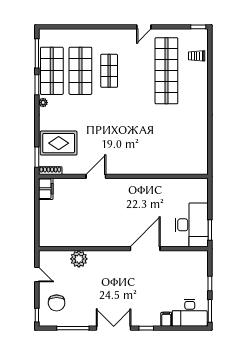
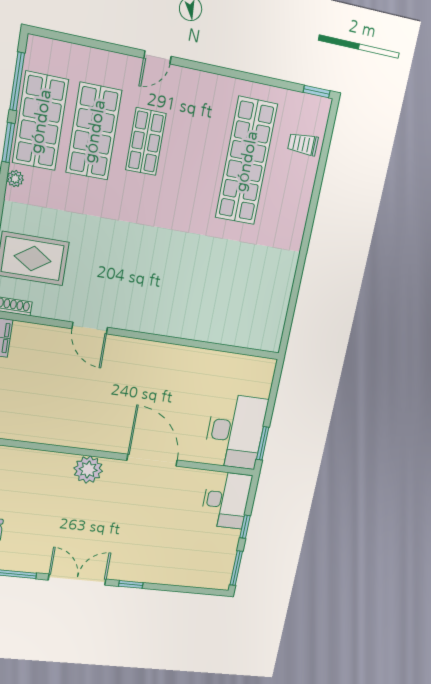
door: (144, 27) -> (157, 57), moved
door: (96, 176) -> (90, 328), swing flipped
door: (145, 249) -> (152, 460), hinge flipped
plant: (79, 259) -> (88, 470), moved
desk: (190, 313) -> (226, 500), moved, turned -90
filing cabinet: (166, 319) -> (165, 574), removed

